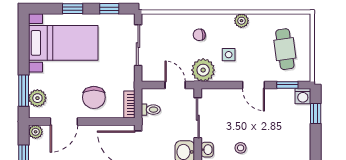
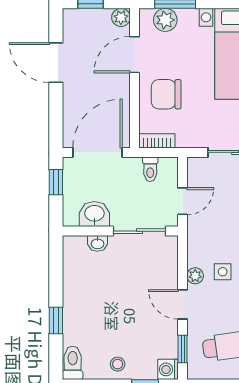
plant: (203, 70) -> (195, 276), moved, width x0.53, depth x0.53
door: (253, 85) -> (183, 304), hinge flipped
door: (64, 121) -> (135, 55), hinge flipped
stool: (241, 148) -> (118, 364), moved

